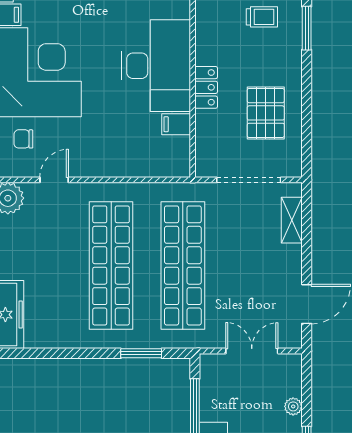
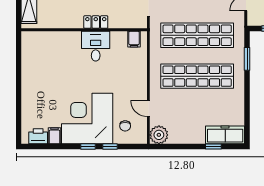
desk: (156, 66) -> (96, 46), width x0.53, depth x0.77
filing cabinet: (176, 124) -> (134, 39), moved

